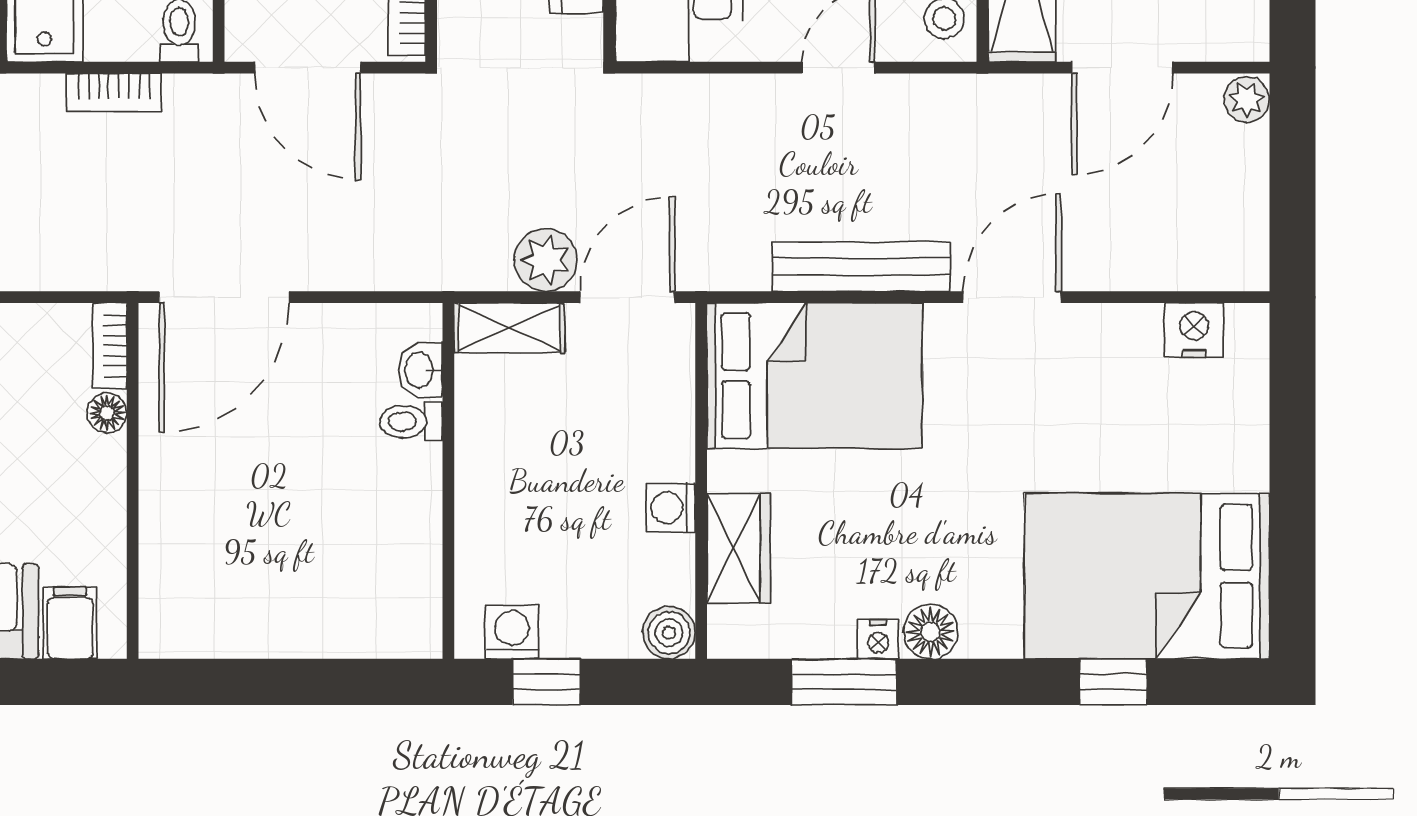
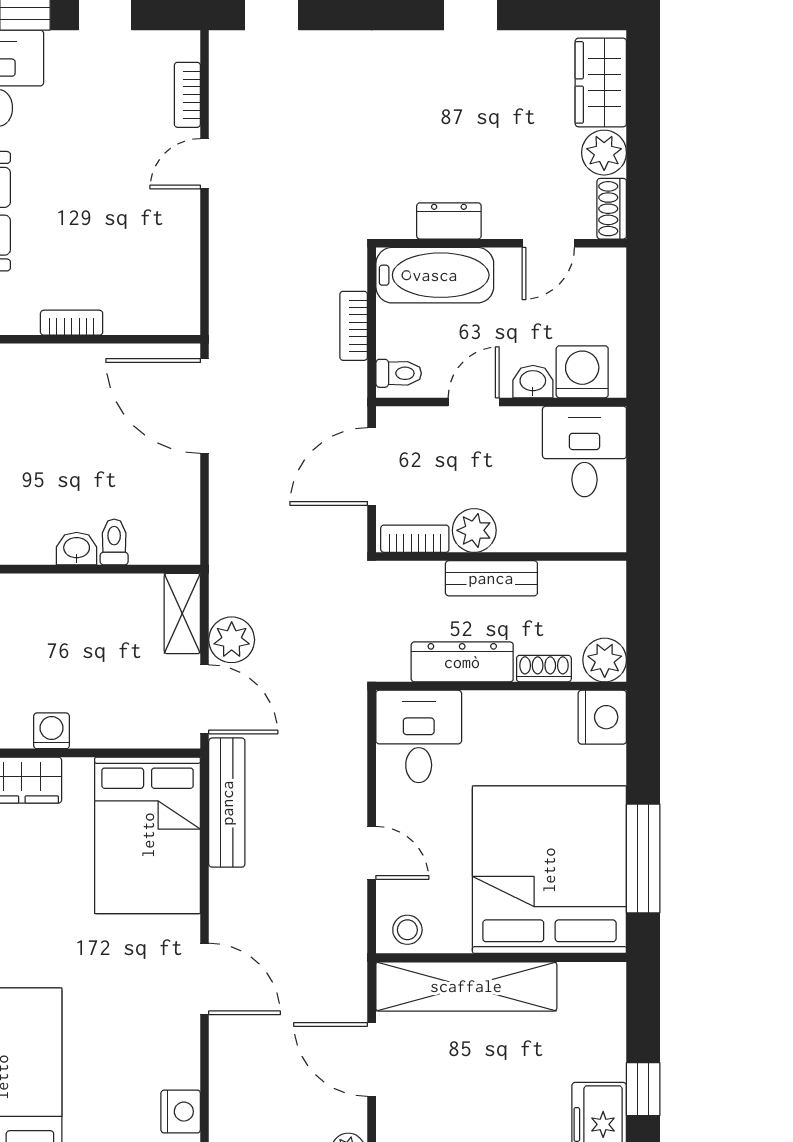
bench: (861, 267) -> (227, 803), moved
bookcase: (110, 346) -> (72, 323), moved
washbasin: (420, 370) -> (77, 549), moved
floor lamp: (107, 413) -> (120, 321), removed

